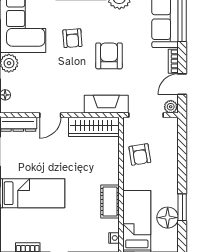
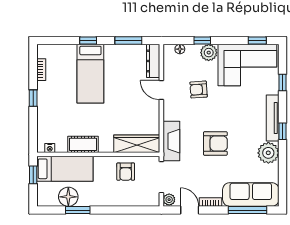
armchair: (72, 38) -> (199, 90), moved
wardrobe: (94, 127) -> (137, 144), moved, turned 90
armchair: (140, 154) -> (126, 172), turned -81

